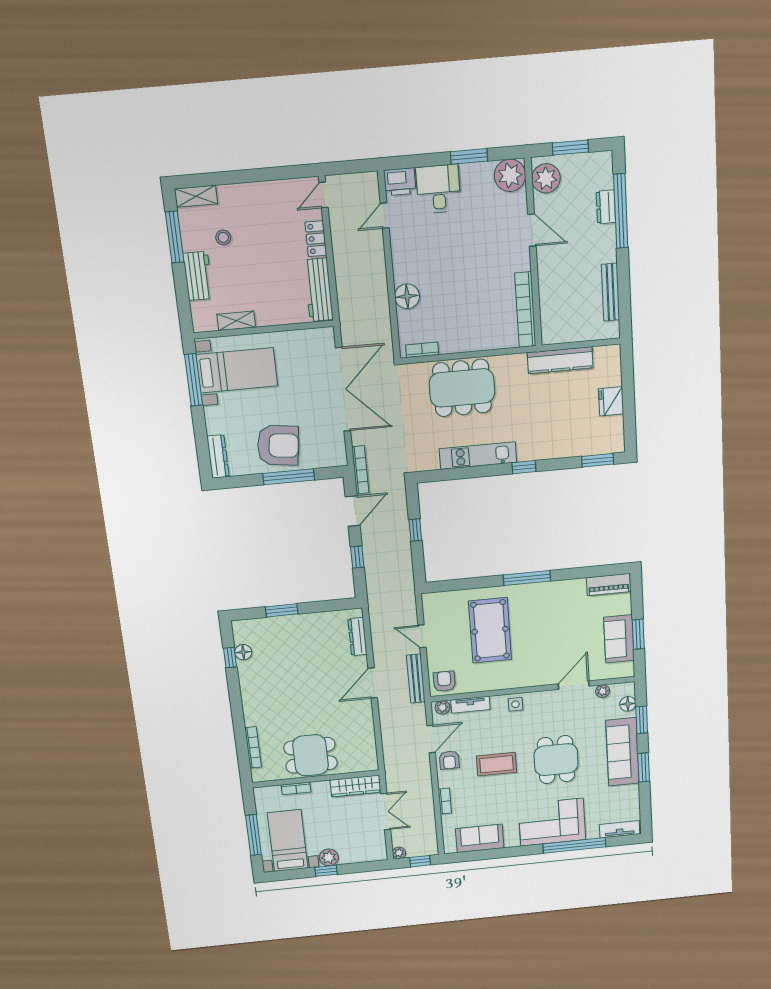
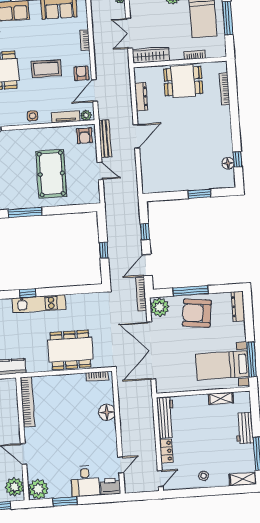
stool: (223, 237) -> (203, 476), moved
plant: (333, 452) -> (160, 307), added
kitchen unit: (478, 456) -> (39, 304), moved
dresser: (358, 637) -> (141, 97), moved

